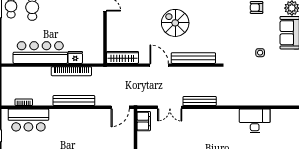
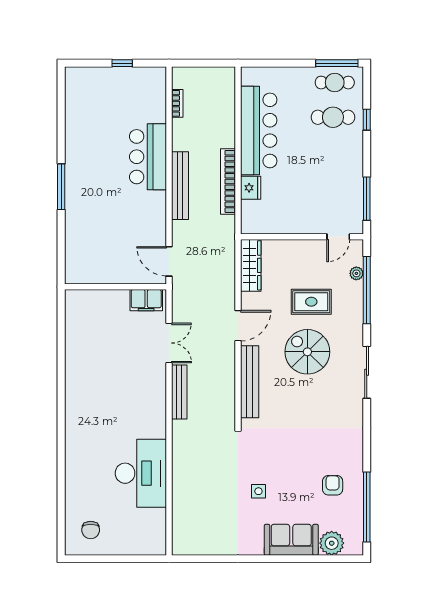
rug: (145, 21) -> (311, 302), added
spiral stairs: (175, 23) -> (307, 352), turned -90
double door: (170, 107) -> (169, 343), swing flipped
bar counter: (28, 120) -> (148, 157), moved
desk: (255, 121) -> (141, 473), width x1.36, depth x1.30

